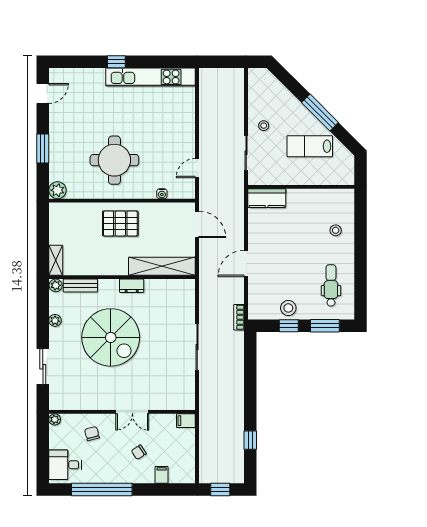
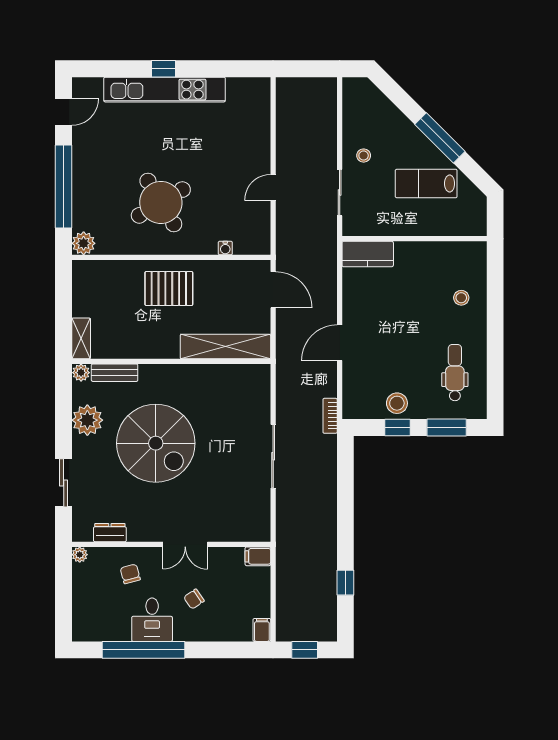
kitchen unit: (151, 77) -> (165, 90), moved
window: (43, 148) -> (64, 187), width x2.11
round table: (114, 160) -> (161, 202), turned -31
door: (197, 168) -> (273, 188), moved
dresser: (132, 286) -> (110, 533), moved, turned 180
plant: (55, 320) -> (87, 420), width x1.87, depth x1.87
desk: (65, 465) -> (152, 620), moved, turned -90
filing cabinet: (162, 475) -> (262, 630), moved

